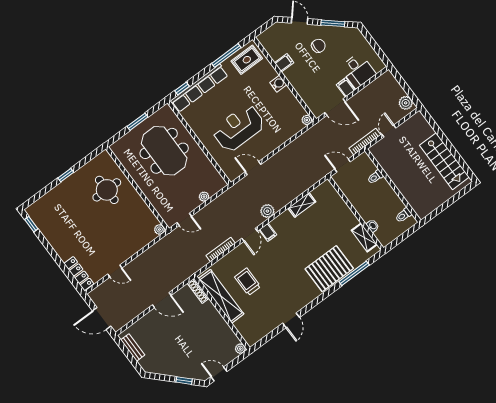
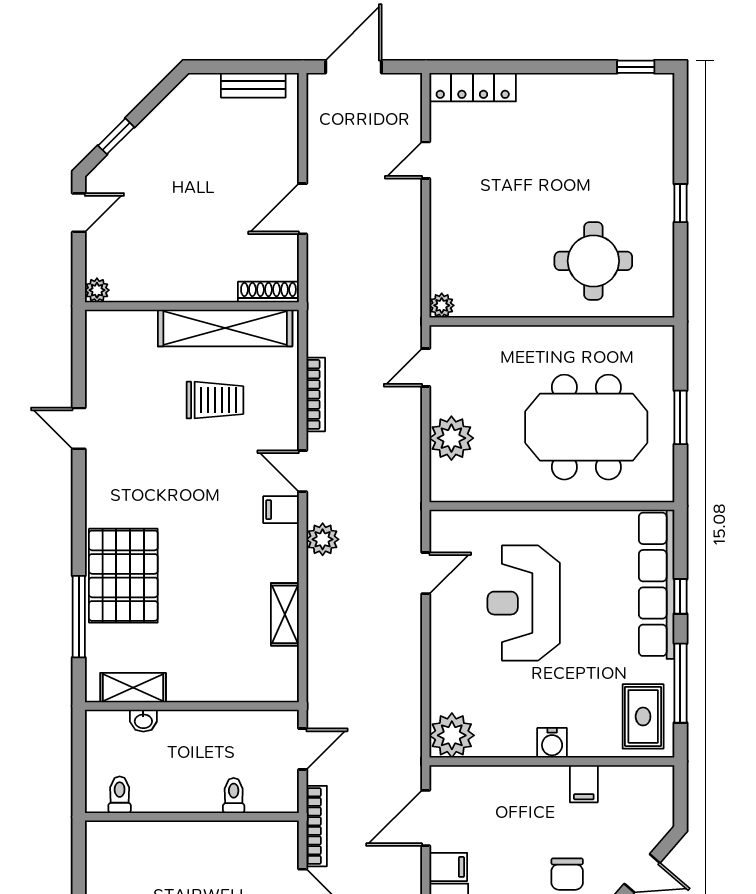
window: (182, 89) -> (680, 596), moved
plant: (307, 120) -> (452, 735), width x1.88, depth x1.88
reception desk: (239, 128) -> (524, 603), turned 180
plant: (204, 197) -> (451, 438), width x1.88, depth x1.88

